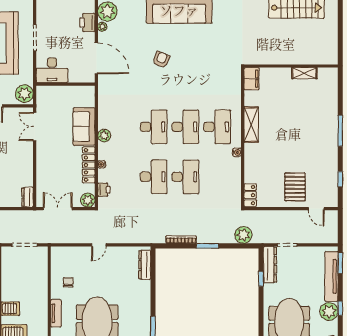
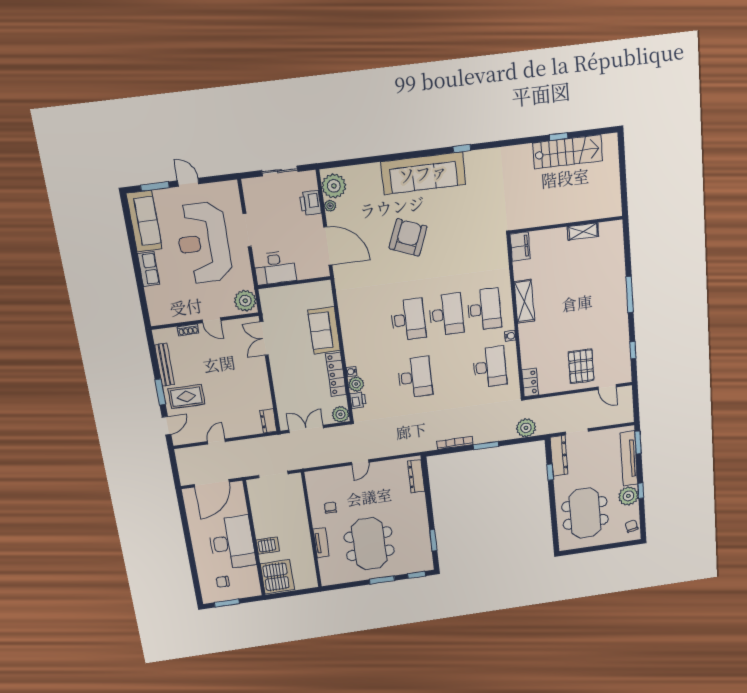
armchair: (161, 60) -> (408, 237), width x1.88, depth x1.88
plant: (104, 136) -> (356, 384), moved
desk: (185, 177) -> (490, 367), moved

